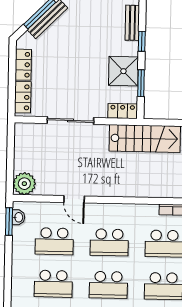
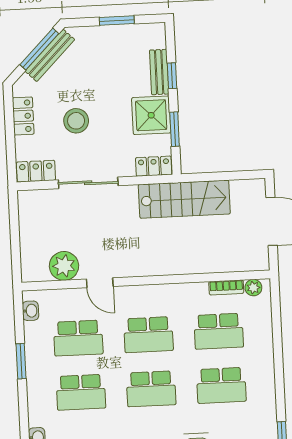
bench: (132, 23) -> (159, 72), moved
stool: (64, 71) -> (76, 121), added
locker: (23, 97) -> (36, 171), moved, turned -90
plant: (24, 184) -> (64, 266), moved
window: (9, 222) -> (21, 361), moved

